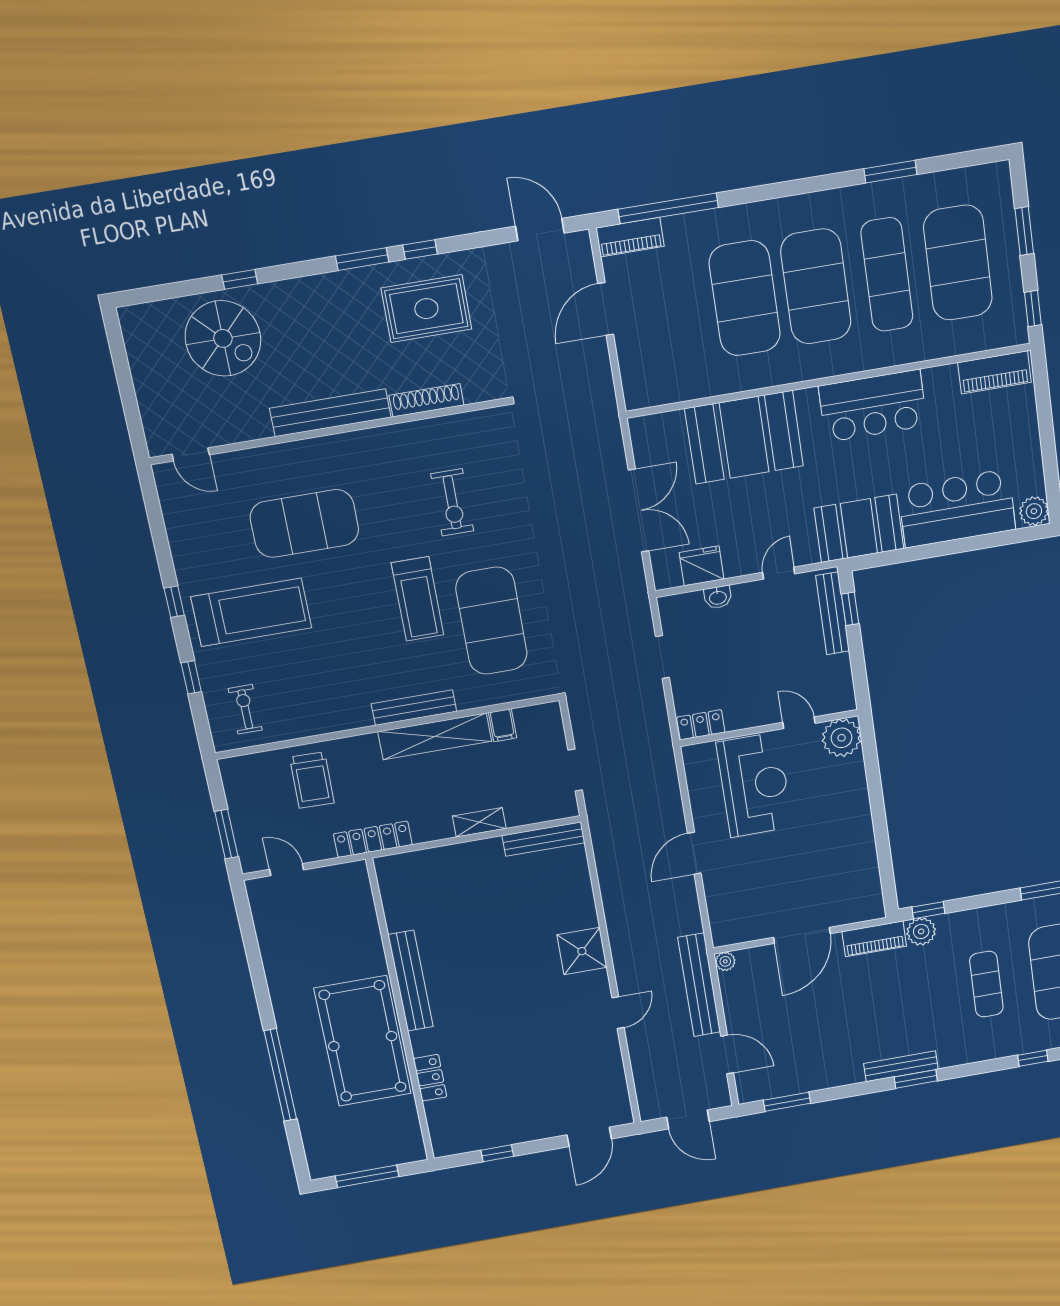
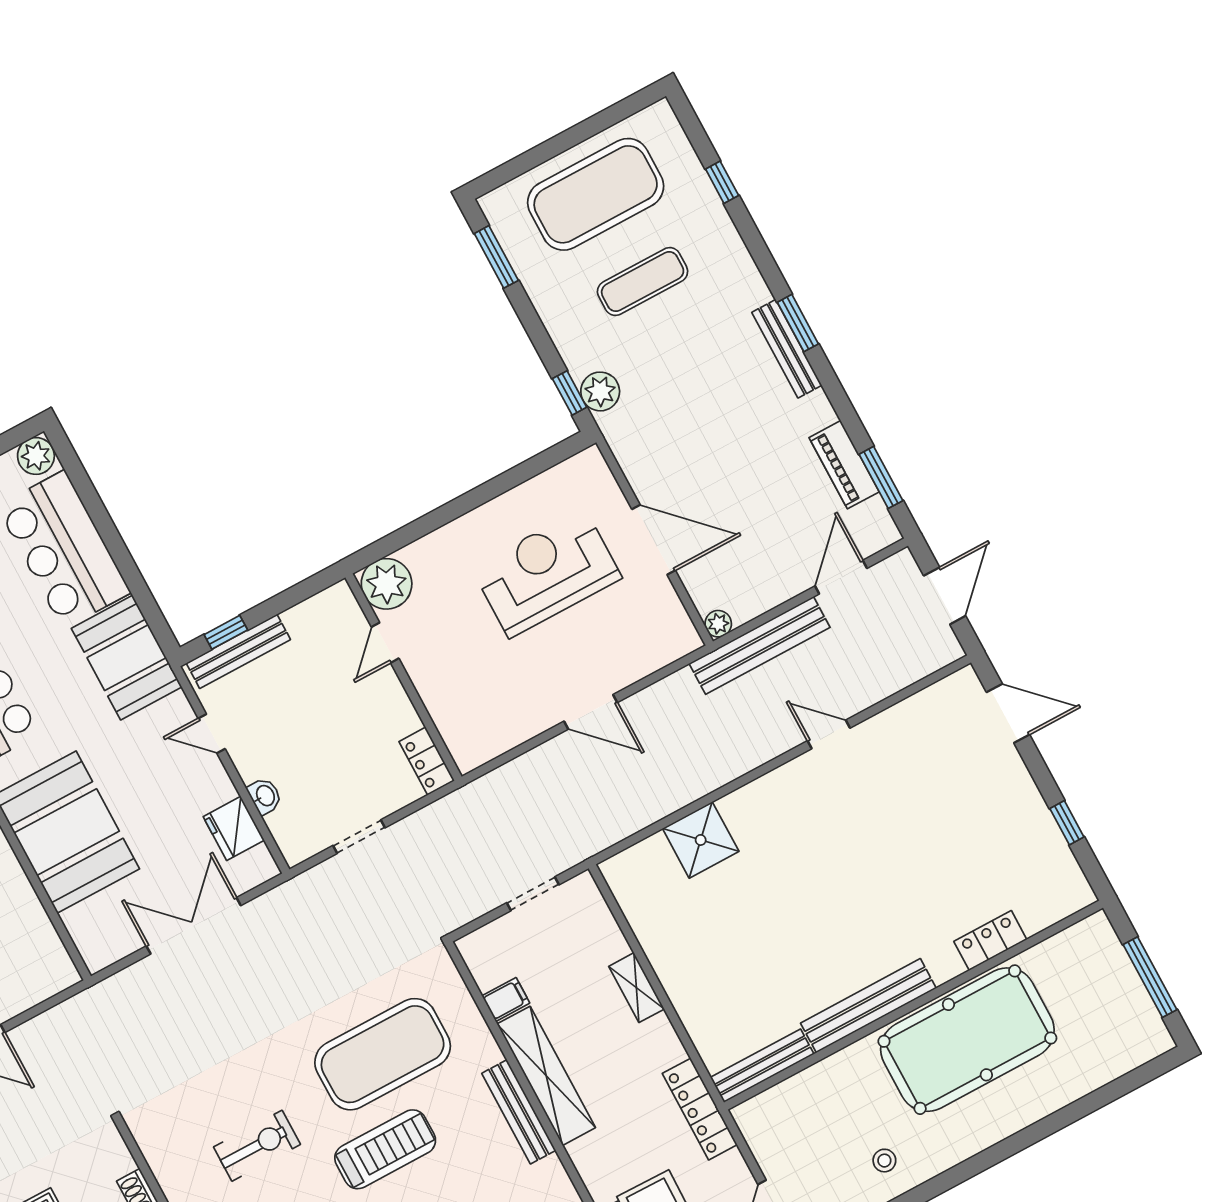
reception desk: (755, 785) -> (547, 573), moved
bench: (543, 839) -> (762, 1066), moved, turned 90
piano: (874, 939) -> (844, 465), moved, turned 180
shower: (582, 951) -> (701, 840), moved
stool: (292, 958) -> (884, 1161), added
window: (280, 1075) -> (1045, 1127), removed

